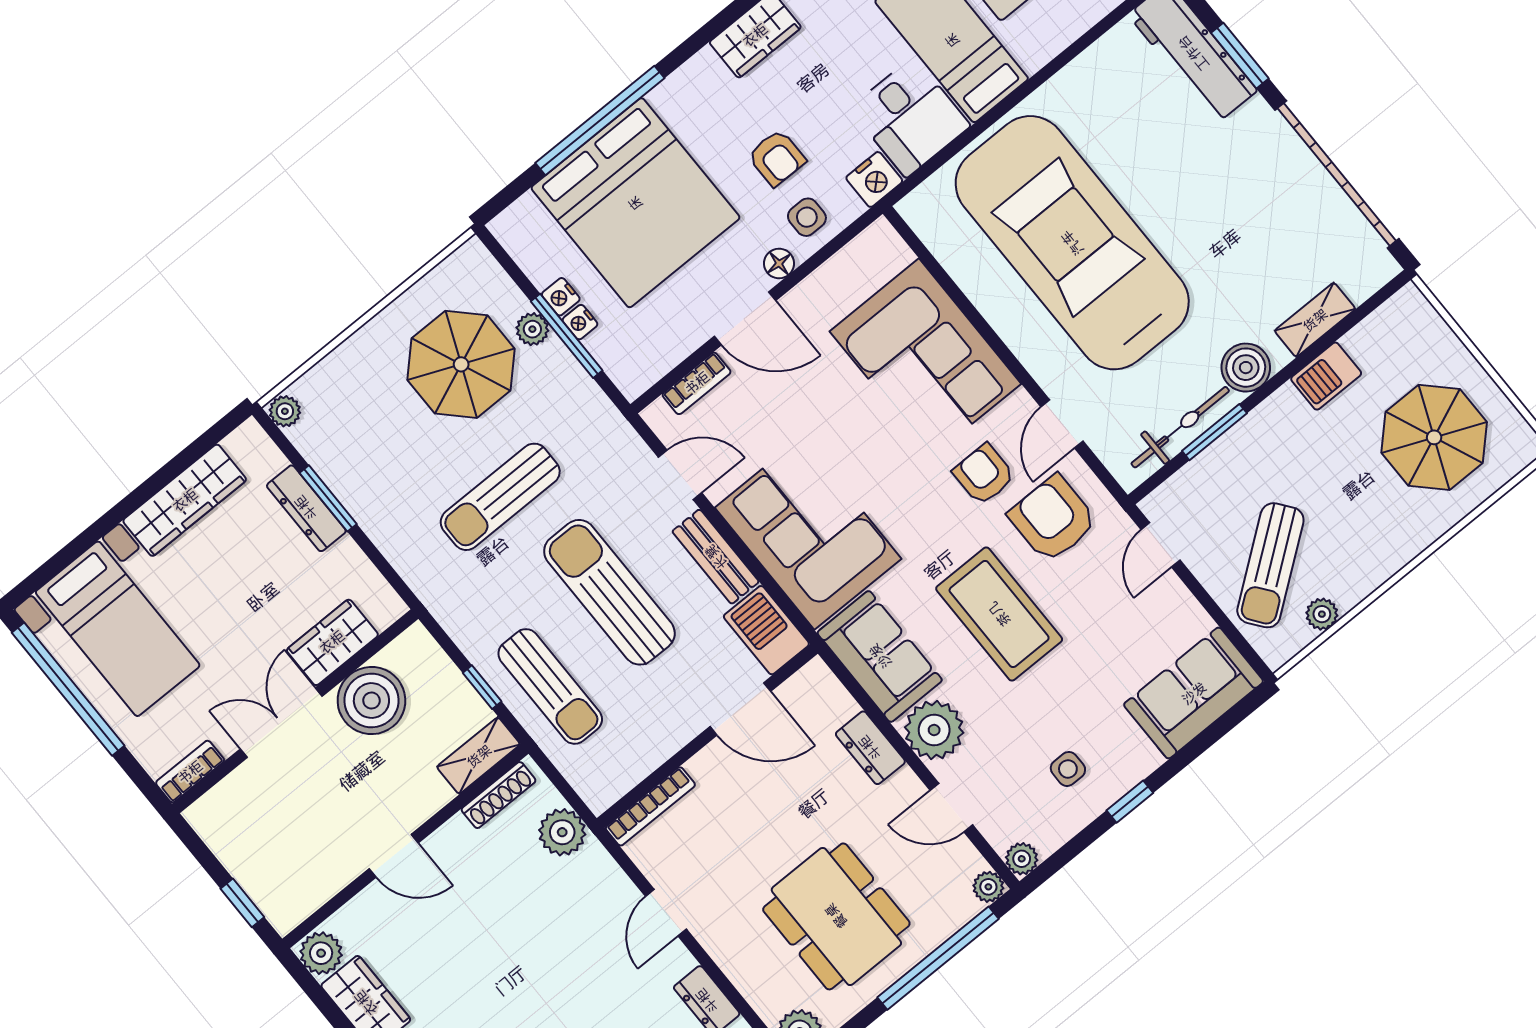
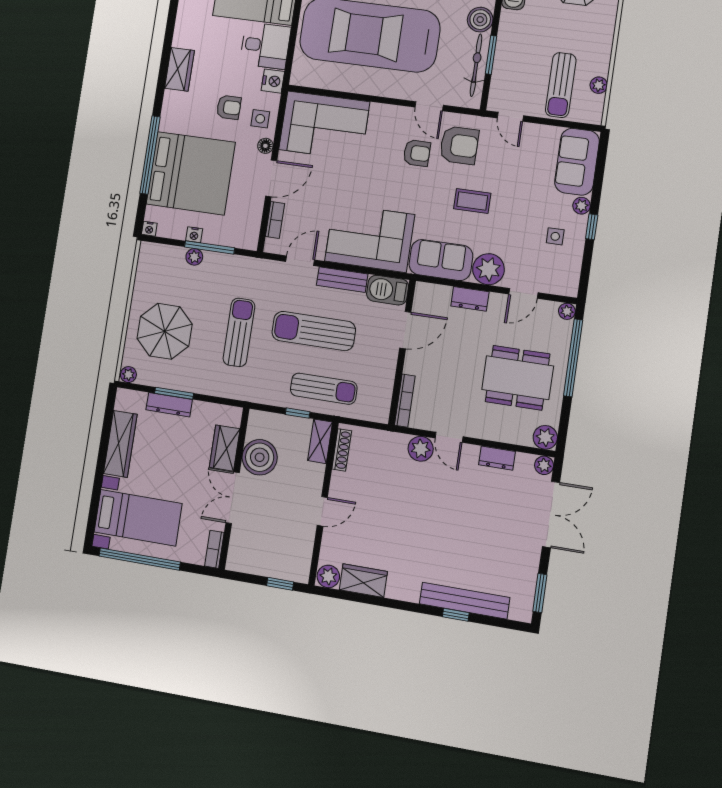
nightstand: (580, 322) -> (149, 229), moved
corner sofa: (925, 358) -> (324, 126), moved
parasol: (461, 364) -> (165, 331), moved
armchair: (984, 474) -> (417, 153), turned 180
sun lounger: (500, 497) -> (239, 332), turned 180
armchair: (1053, 519) -> (459, 145), turned 180
sun lounger: (1270, 565) -> (561, 85), turned 37
coffee table: (999, 614) -> (472, 201), width x0.54, depth x0.58
plant: (562, 832) -> (421, 449), moved
plant: (1022, 859) -> (582, 206), moved

